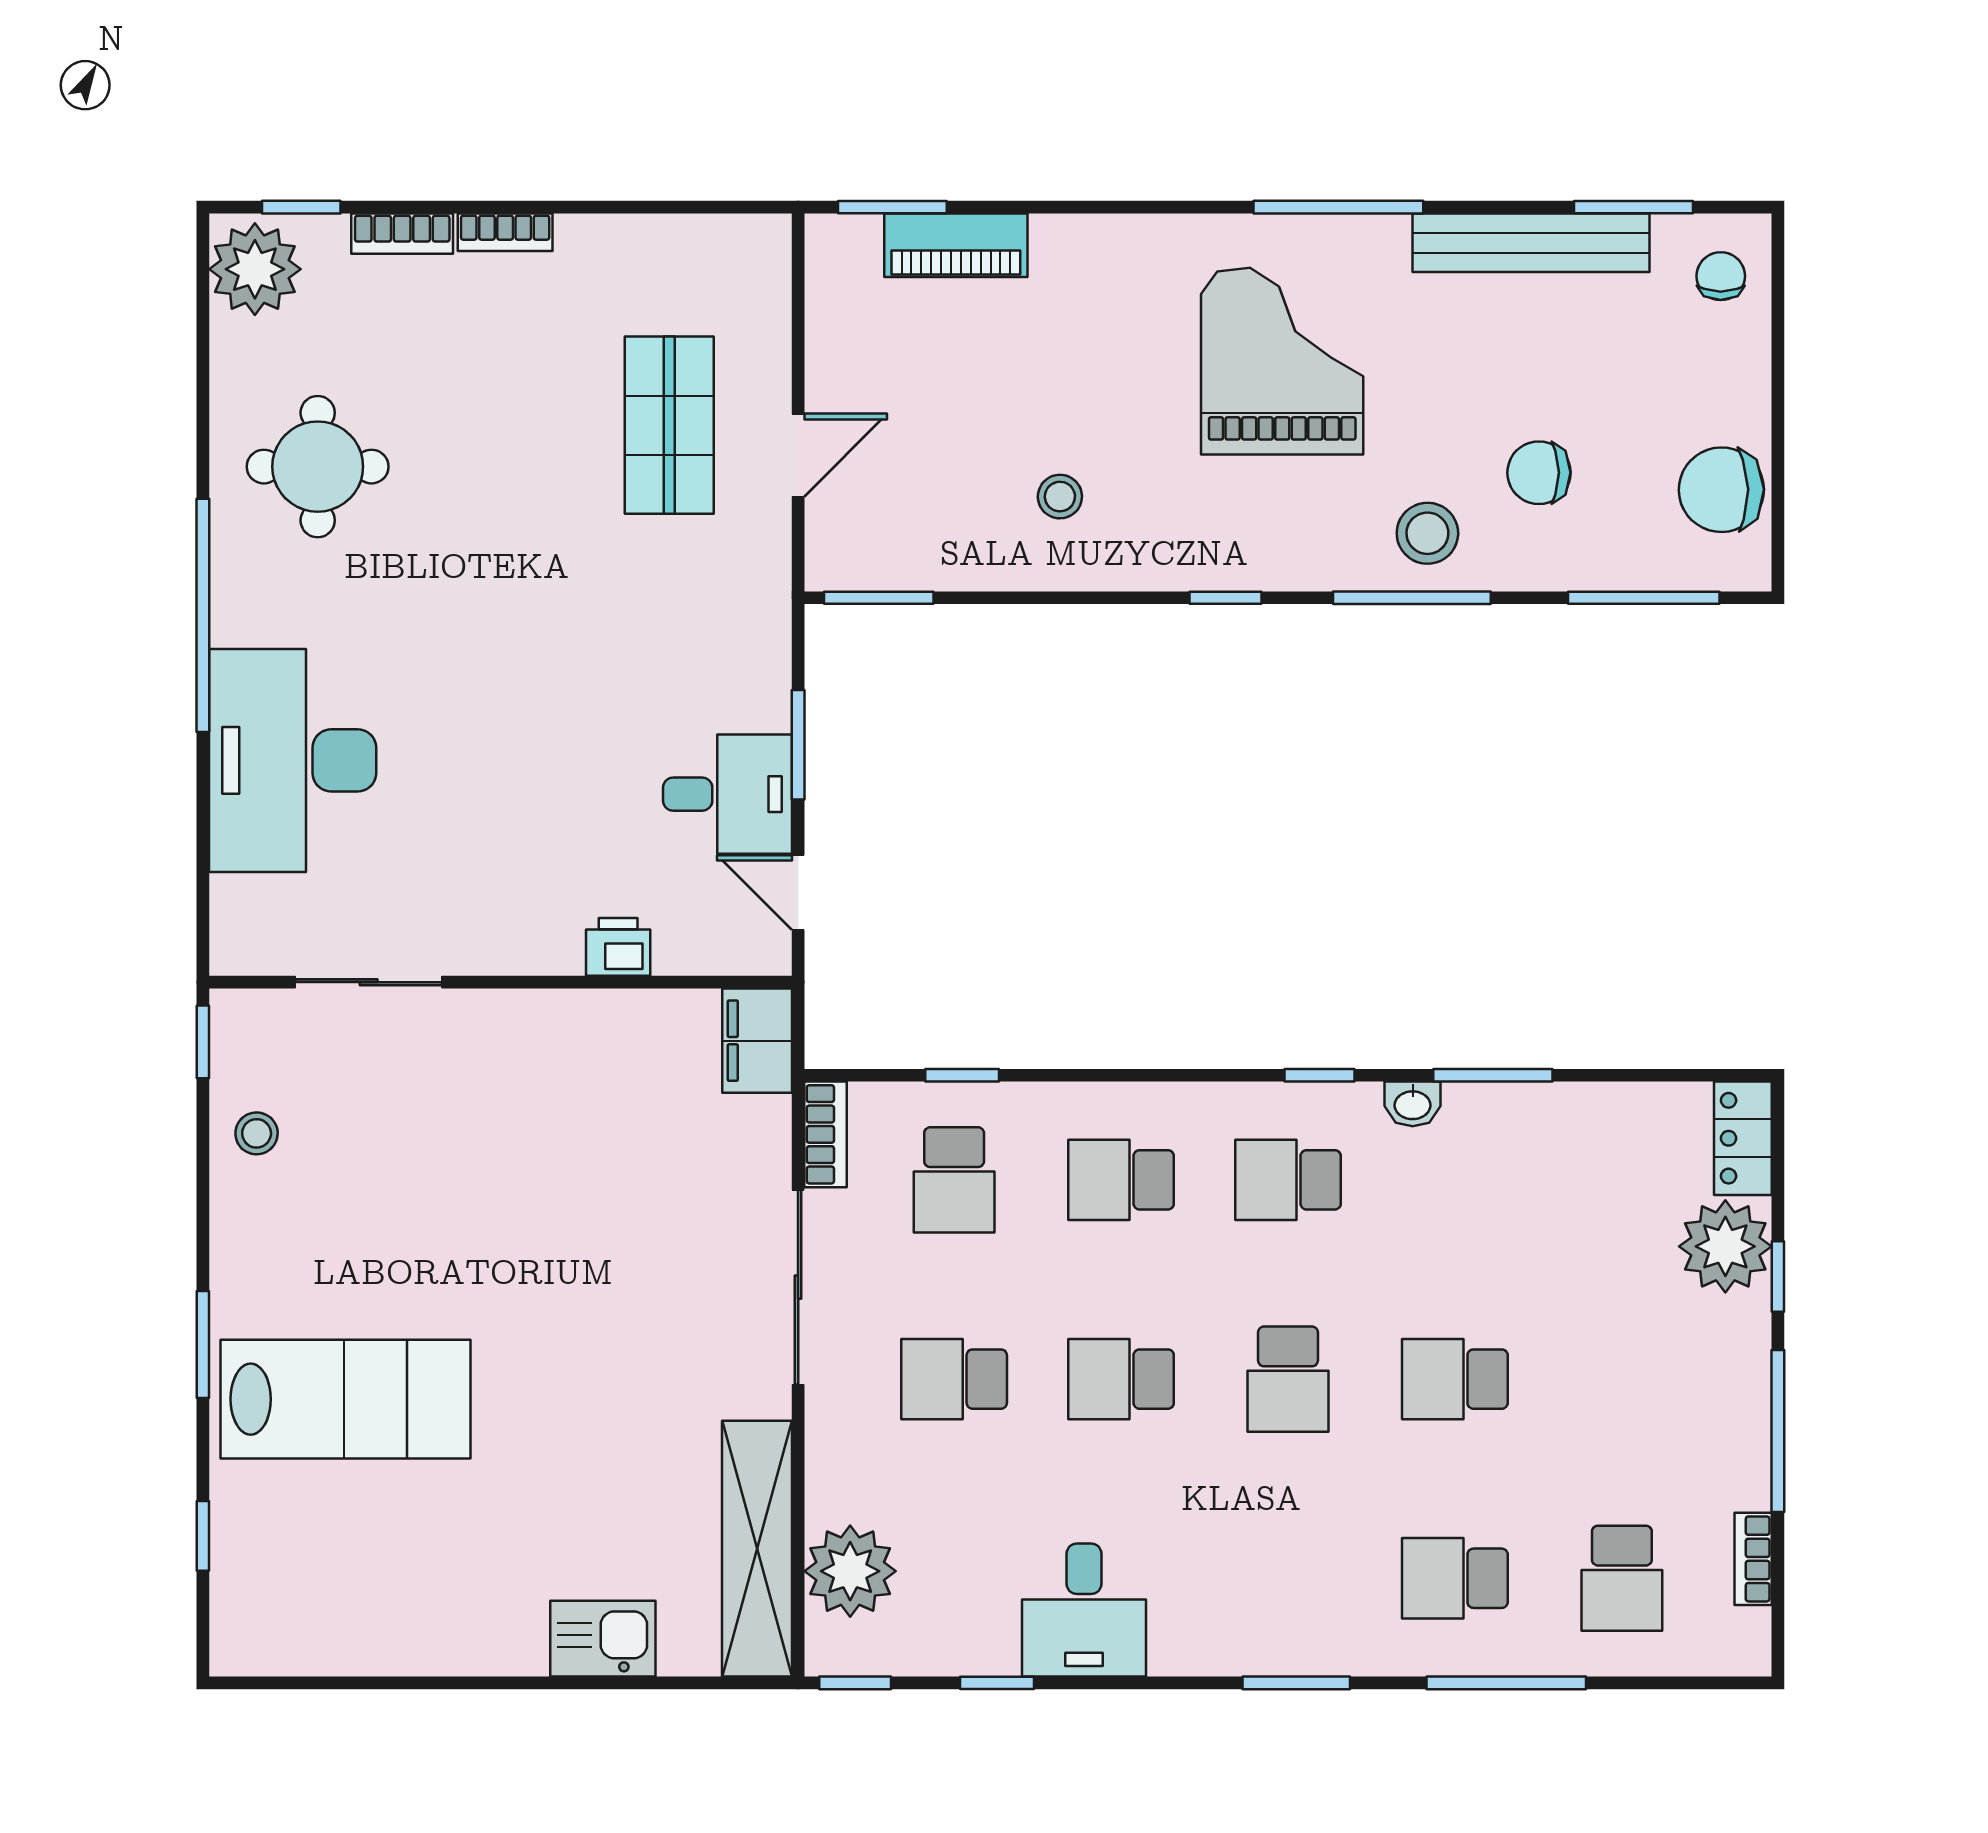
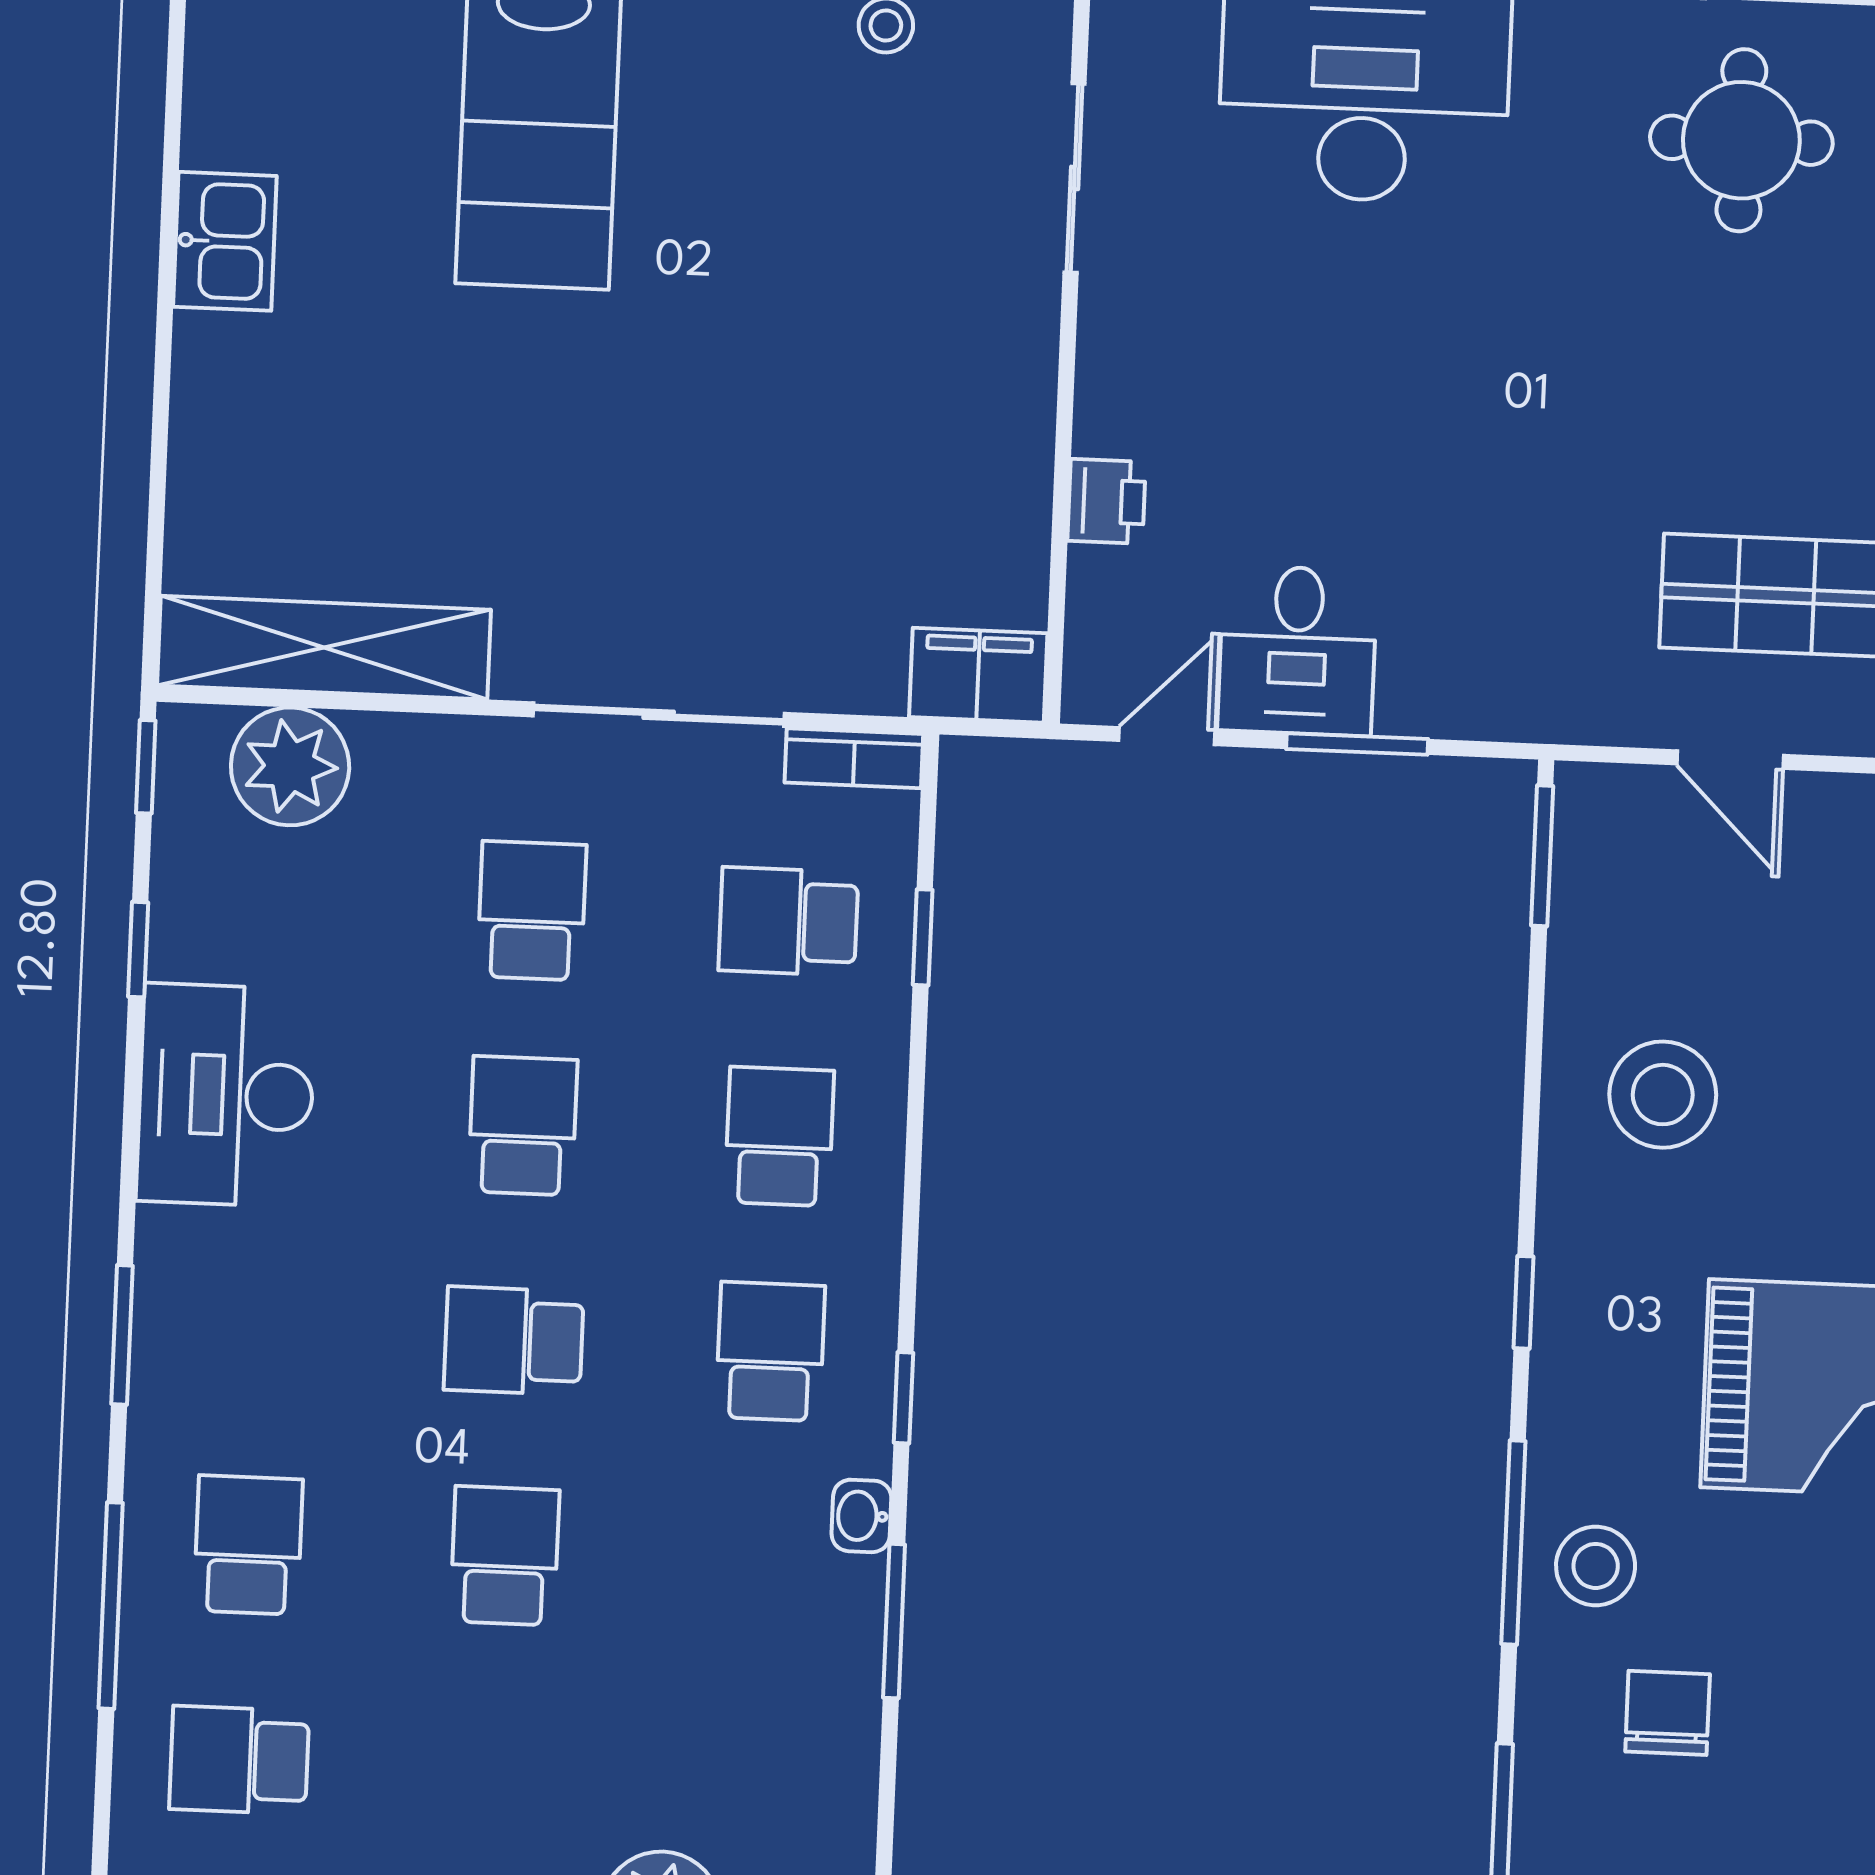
stool: (1060, 497) -> (1663, 1095), width x1.89, depth x1.89
desk: (1084, 1610) -> (226, 1095), width x1.37
kitchen sink: (603, 1639) -> (225, 241), moved

